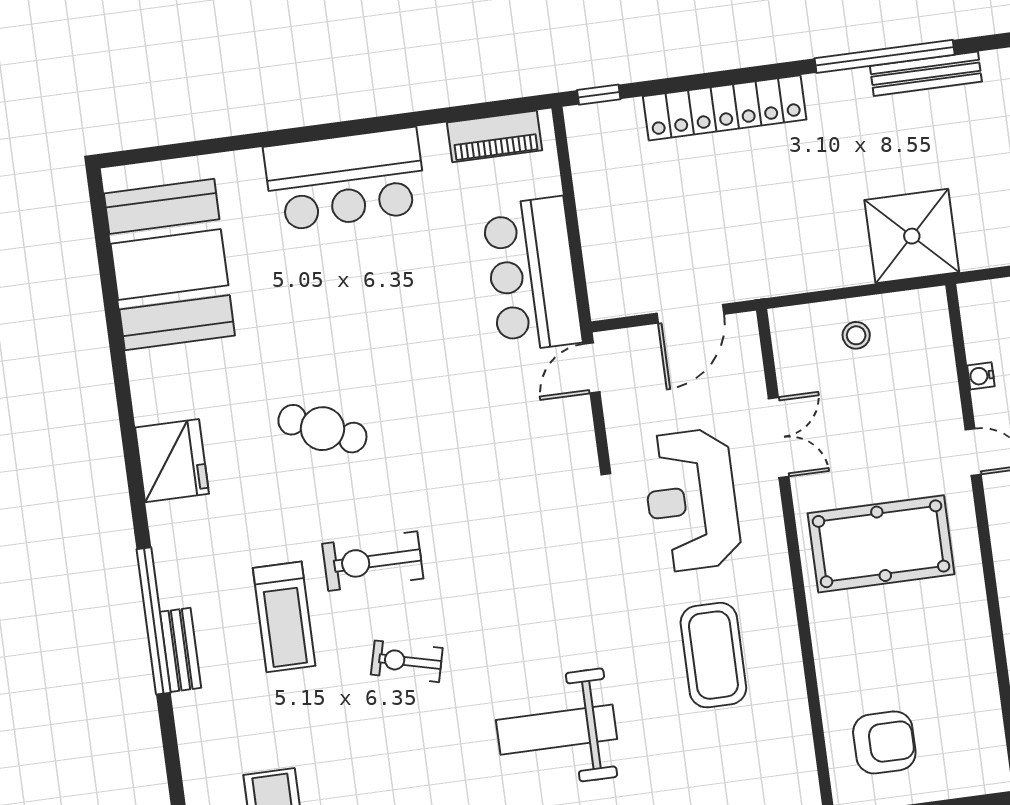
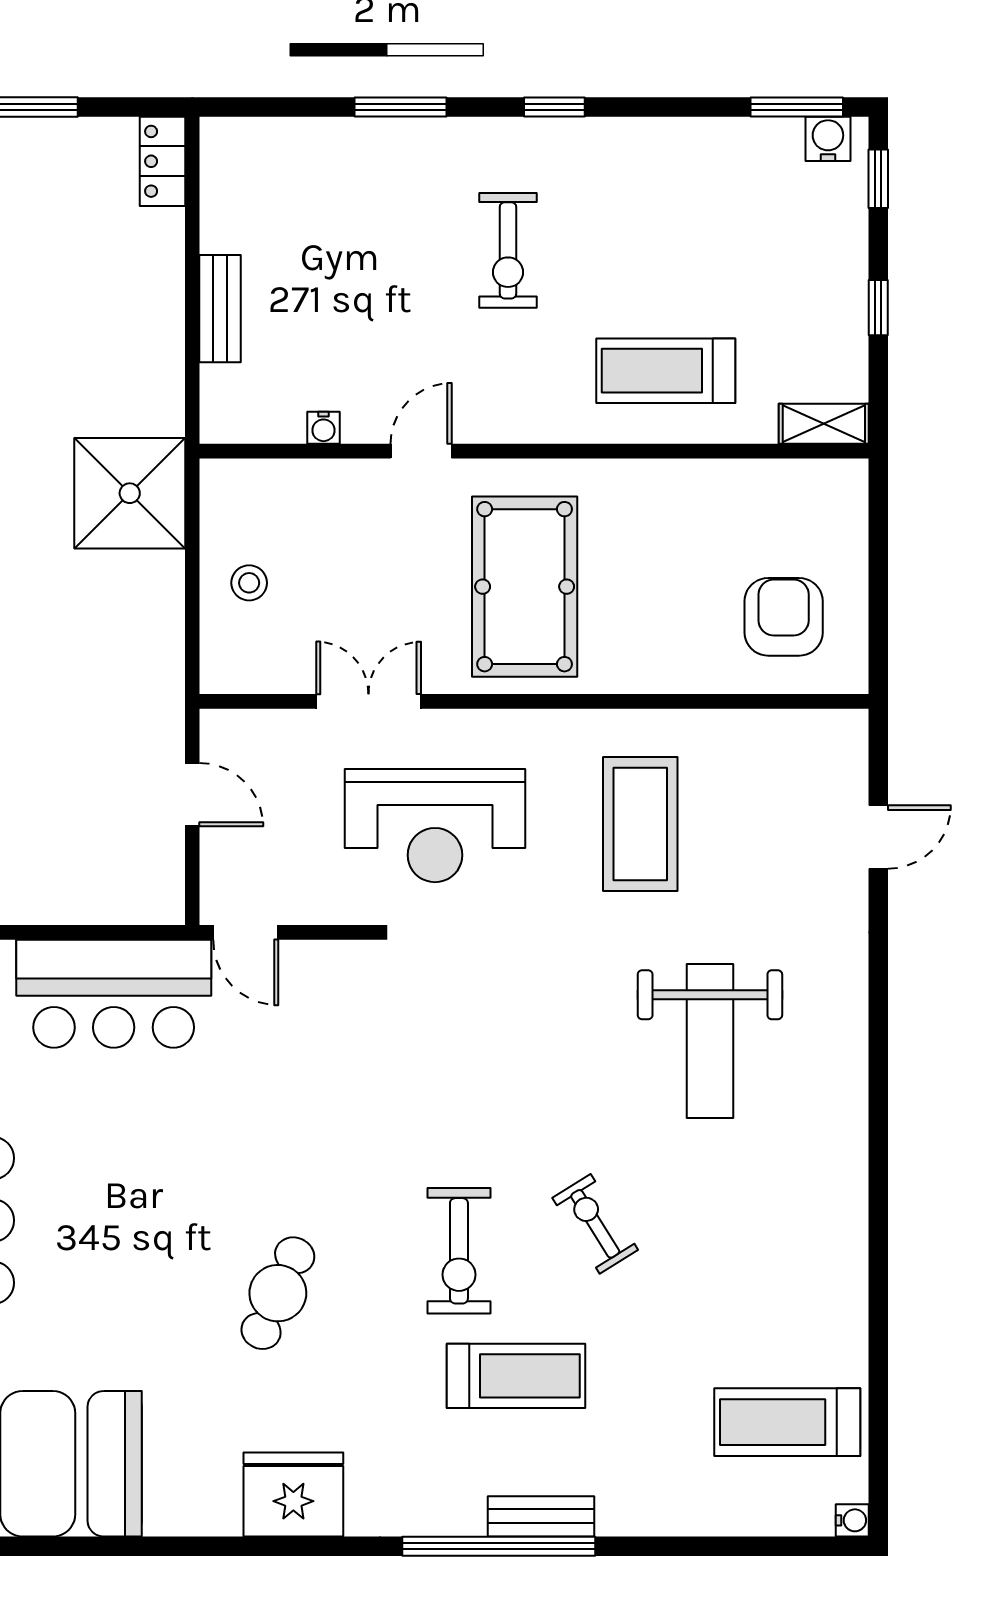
door: (690, 314) -> (192, 795), width x0.73
coffee table: (713, 655) -> (640, 824), turned 90
exercise bike: (407, 661) -> (595, 1224), turned 134

